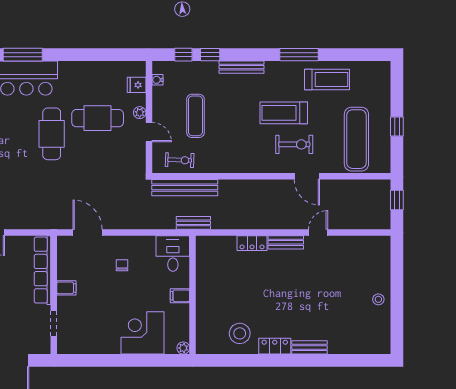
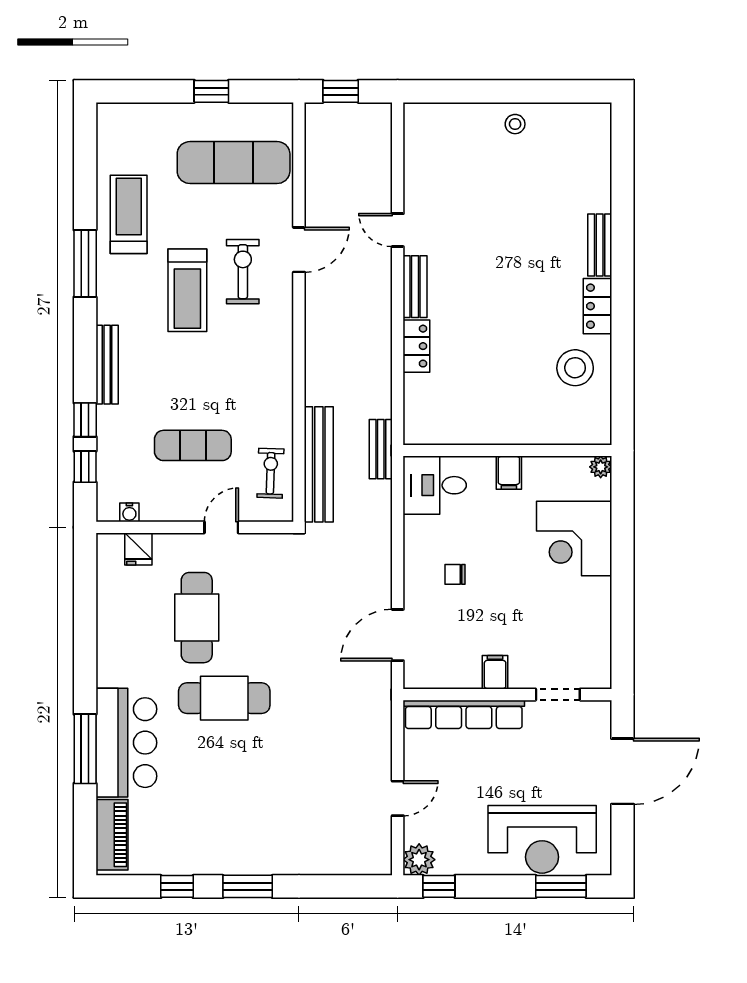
plant: (140, 113) -> (187, 544), removed

